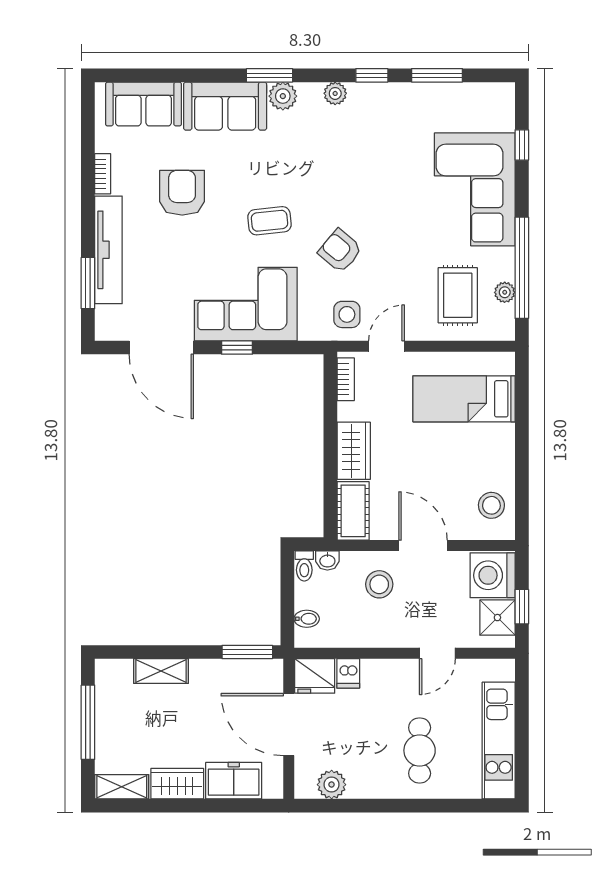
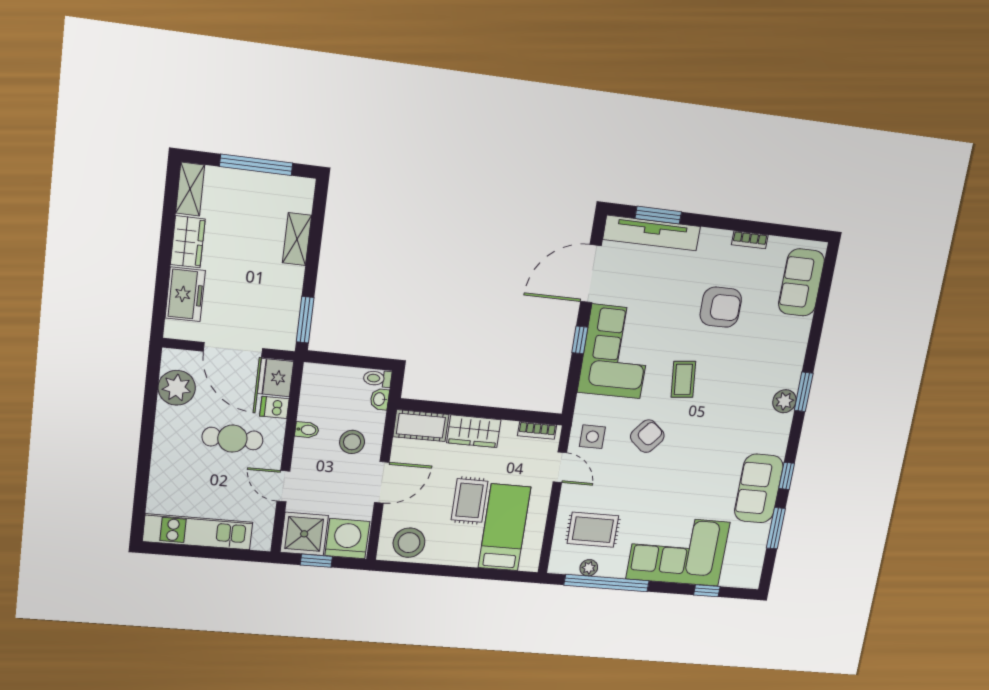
plant: (335, 93) -> (778, 445), removed
sofa: (225, 106) -> (759, 488), moved
tv unit: (108, 250) -> (652, 233), moved
rug: (435, 444) -> (469, 501), added
stool: (491, 505) -> (409, 543), width x1.38, depth x1.38
shower: (497, 618) -> (304, 534), width x1.36, depth x1.36
bidet: (307, 619) -> (307, 430), moved, turned -90
door: (289, 725) -> (233, 350), swing flipped
cafe table: (420, 750) -> (232, 439), moved
plant: (332, 785) -> (177, 388), width x1.36, depth x1.36

